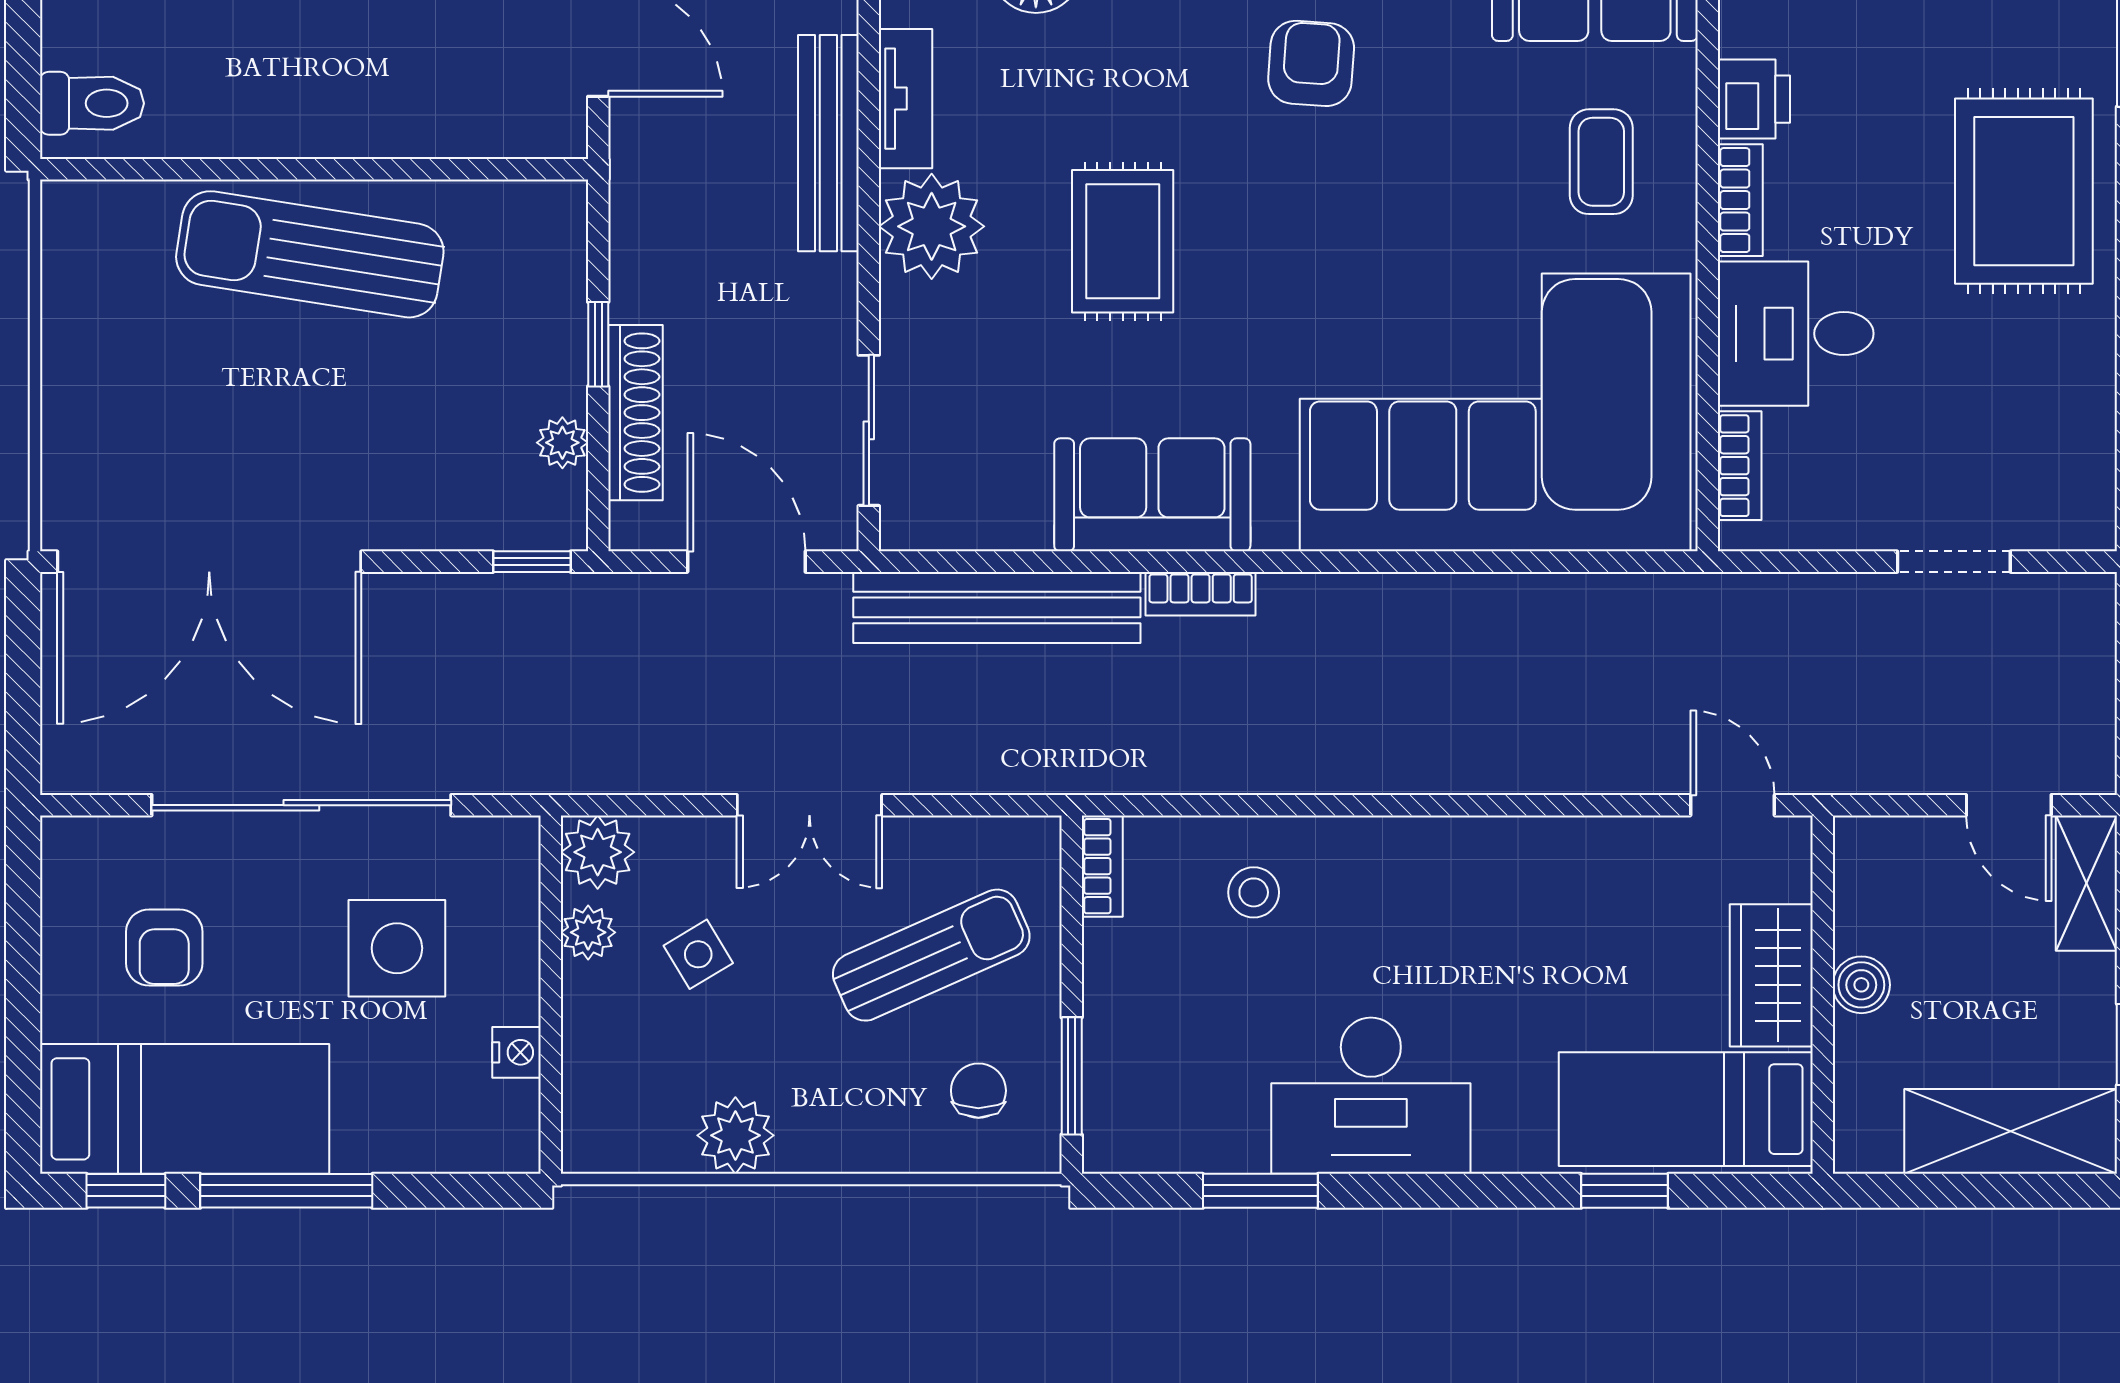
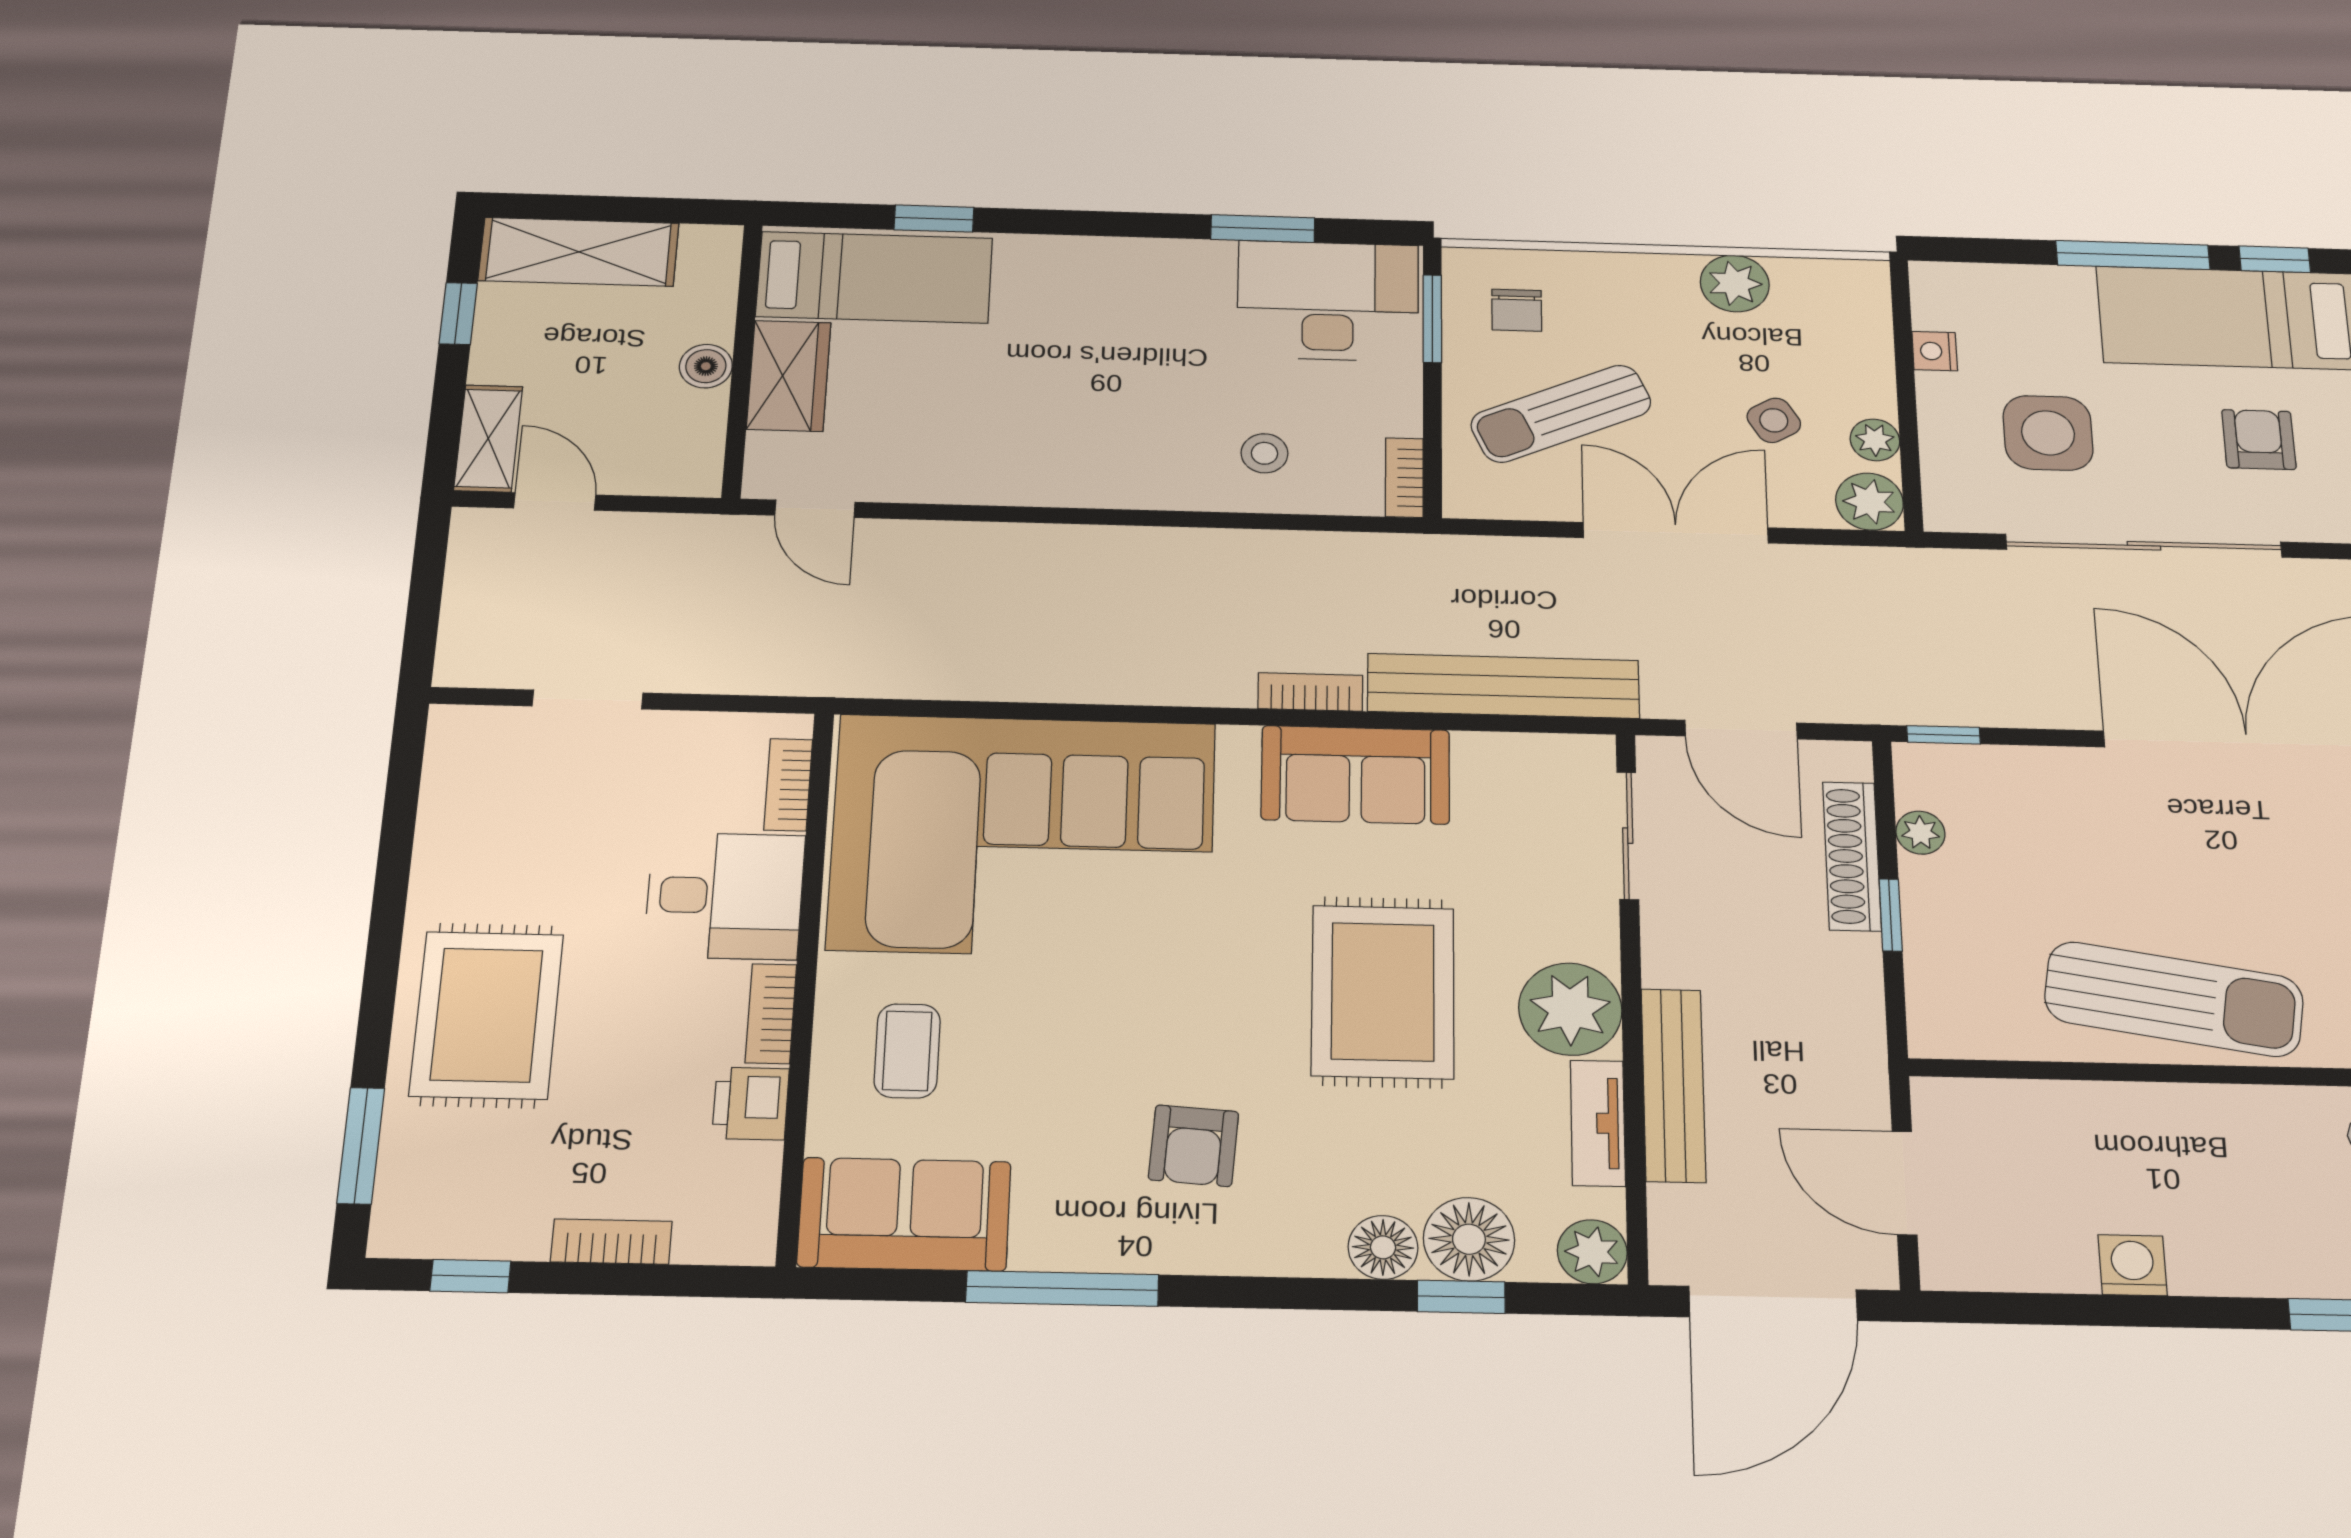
rug: (1123, 241) -> (1383, 992), width x1.36, depth x1.43
double door: (809, 805) -> (1676, 533), width x1.37
desk: (1371, 1096) -> (1328, 301), moved

